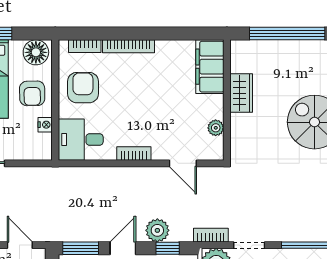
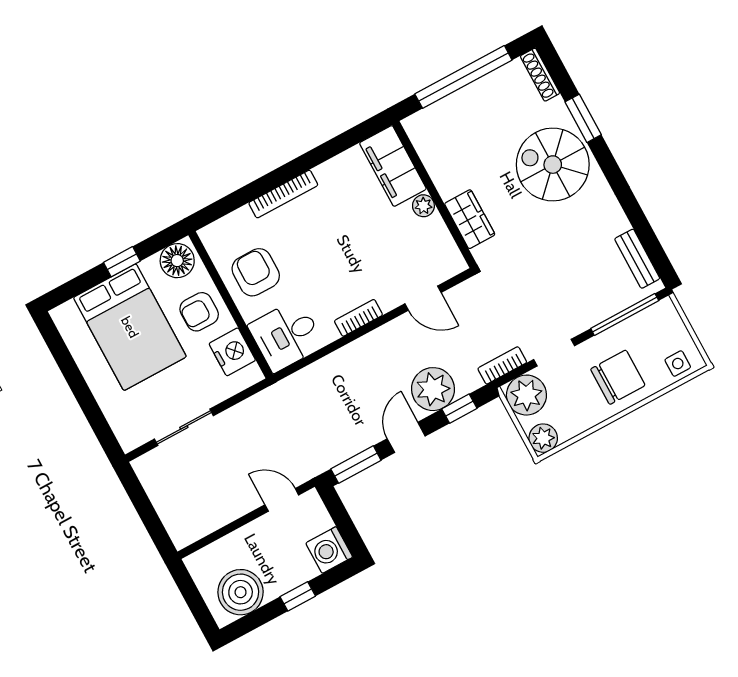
bookcase: (85, 46) -> (231, 222), removed
armchair: (32, 93) -> (199, 312), turned 91
wardrobe: (241, 93) -> (470, 219), moved
nightstand: (45, 125) -> (232, 352), width x1.89, depth x1.79
plant: (216, 128) -> (423, 206), moved
plant: (157, 230) -> (433, 389), width x1.36, depth x1.36

